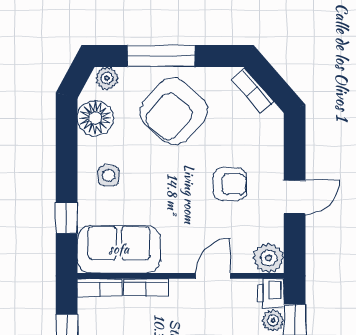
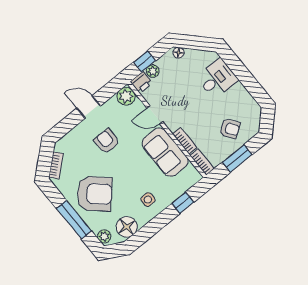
sofa: (119, 249) -> (165, 152), moved

